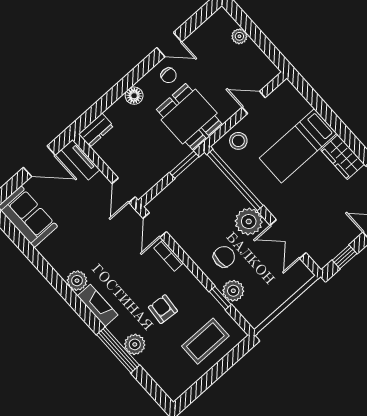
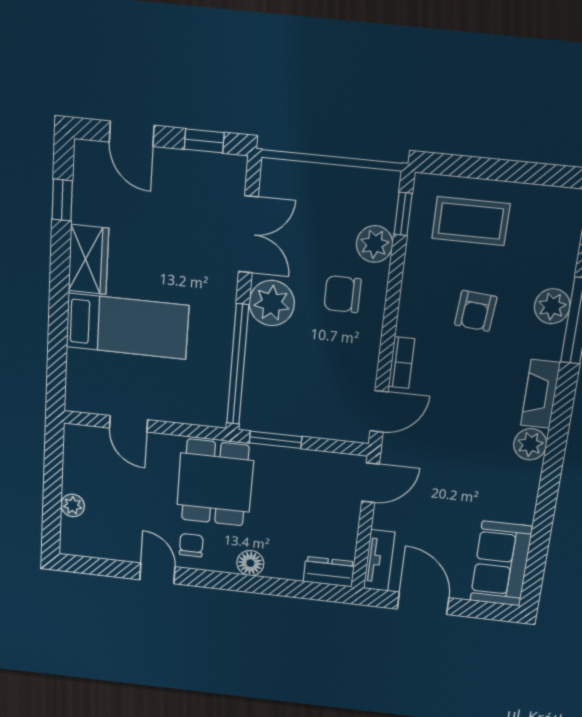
stool: (238, 141) -> (189, 402), removed
window: (220, 298) -> (403, 214), moved

